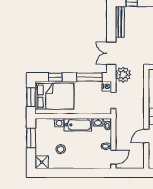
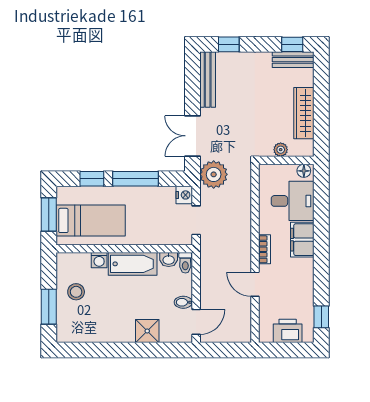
window: (90, 77) -> (135, 179), moved
bed: (54, 96) -> (91, 220), width x0.67
door: (146, 136) -> (255, 284), hinge flipped
window: (31, 138) -> (49, 307), moved
stool: (61, 149) -> (76, 292), moved
shower: (42, 162) -> (147, 331), moved

